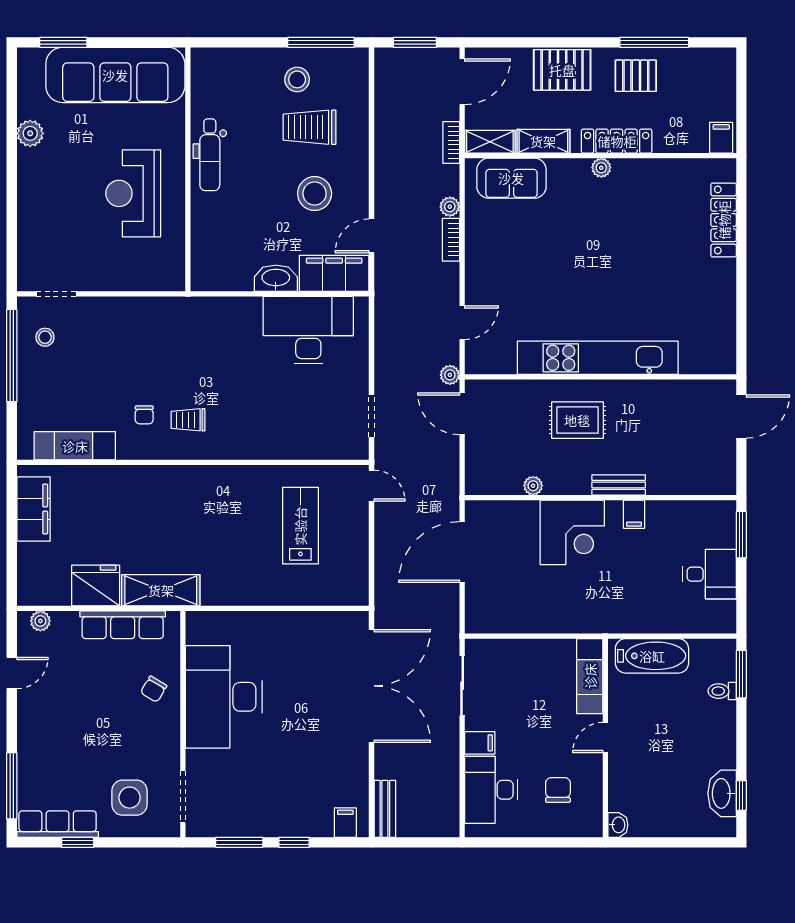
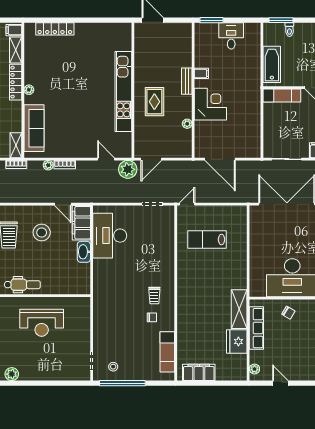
shelving: (543, 141) -> (16, 50), moved
sofa: (511, 178) -> (34, 128), width x1.36
plant: (450, 375) -> (128, 169), width x1.87, depth x1.87

